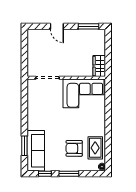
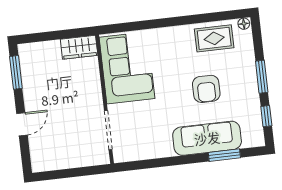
armchair: (74, 148) -> (206, 89), moved
sofa: (36, 151) -> (207, 138), moved

